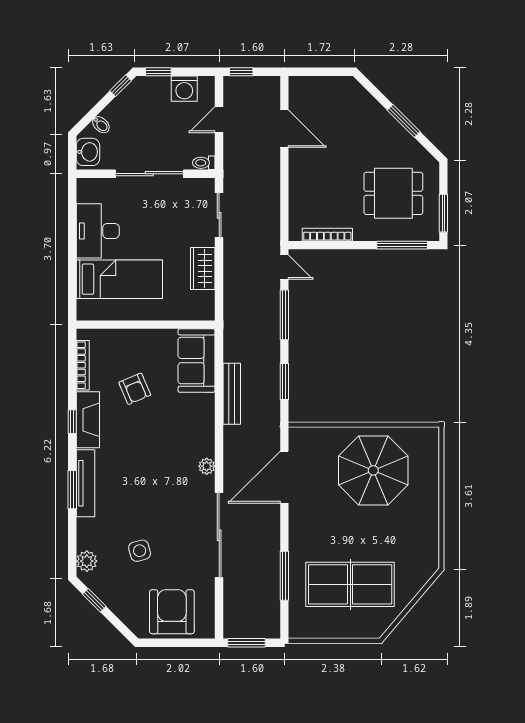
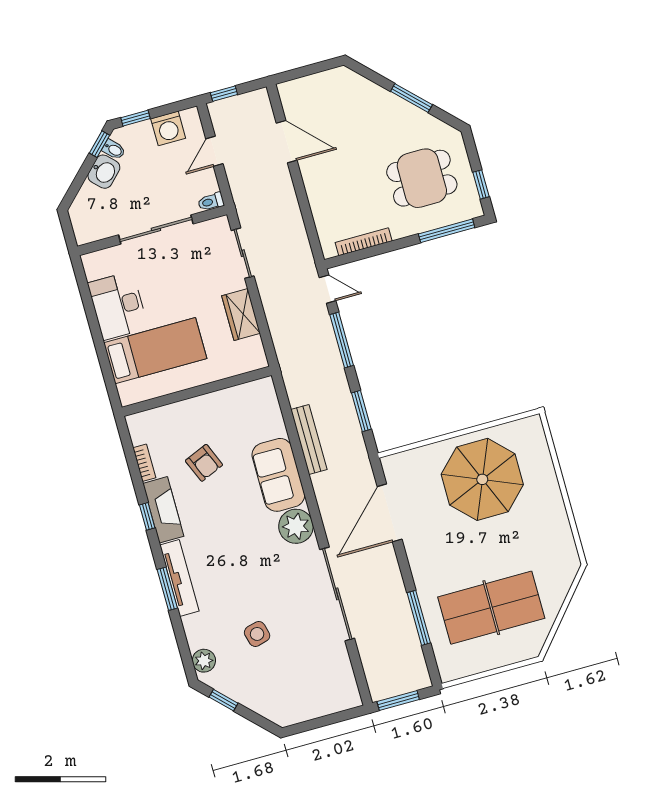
bidet: (101, 125) -> (114, 150), moved
washbasin: (88, 152) -> (104, 172), moved, turned 45
window: (443, 213) -> (481, 184), width x0.67
sofa: (197, 361) -> (278, 475), moved
bookcase: (83, 365) -> (144, 463), width x0.64
plant: (207, 466) -> (296, 526), width x1.88, depth x1.88
armchair: (172, 612) -> (310, 689), removed

